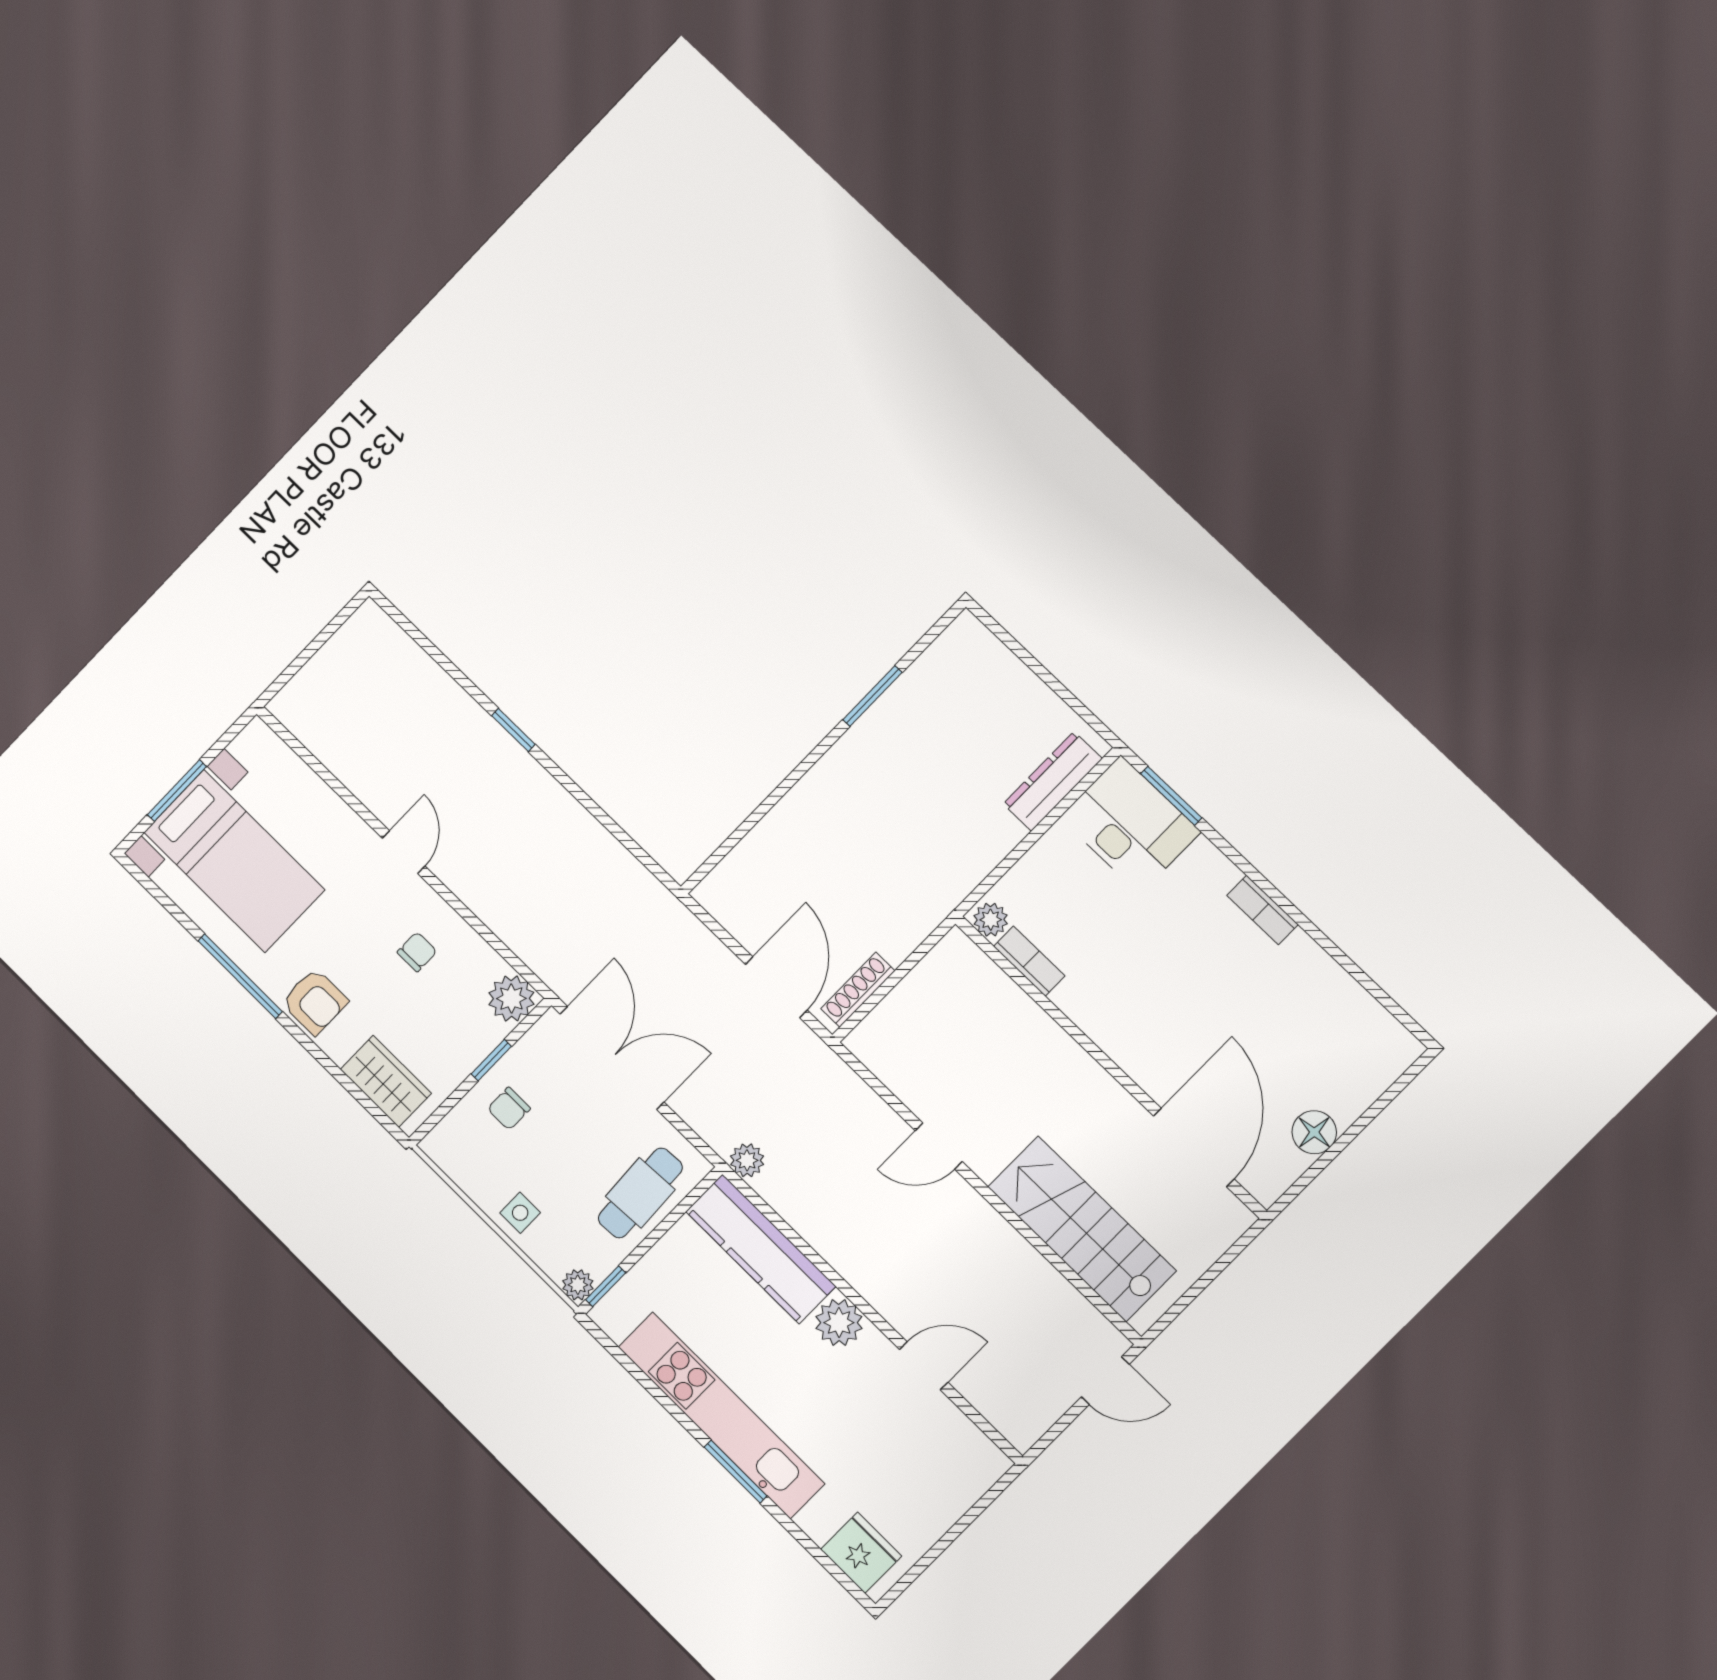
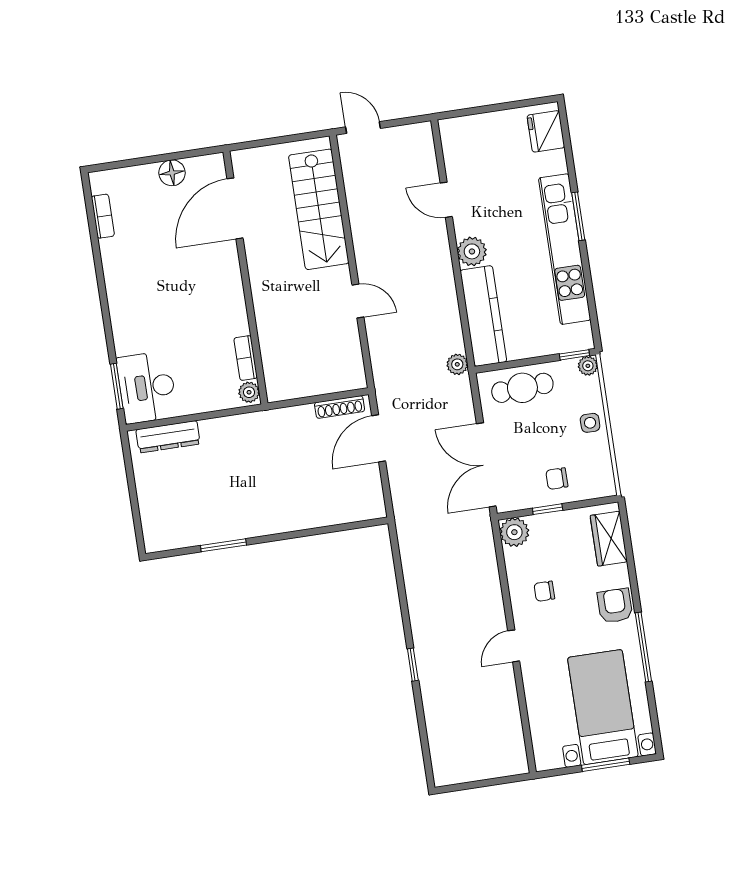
bookcase: (1263, 910) -> (103, 216), moved
chair: (509, 1109) -> (557, 479), turned 180

